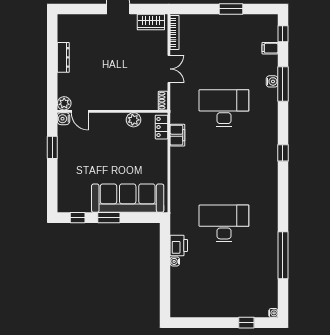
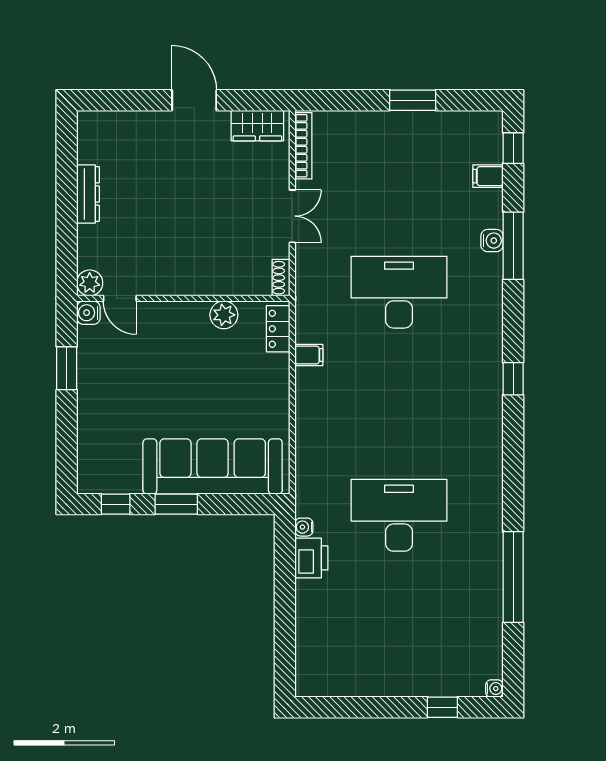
filing cabinet: (177, 135) -> (309, 355), width x0.50
water cooler: (175, 261) -> (304, 527), moved

